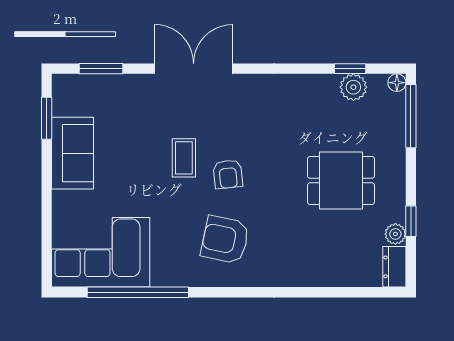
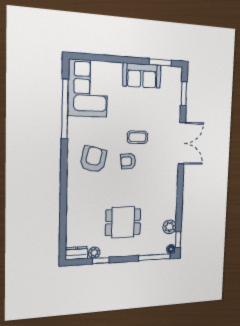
window: (350, 69) -> (178, 240), moved
dining table: (341, 181) -> (123, 222), turned 90

